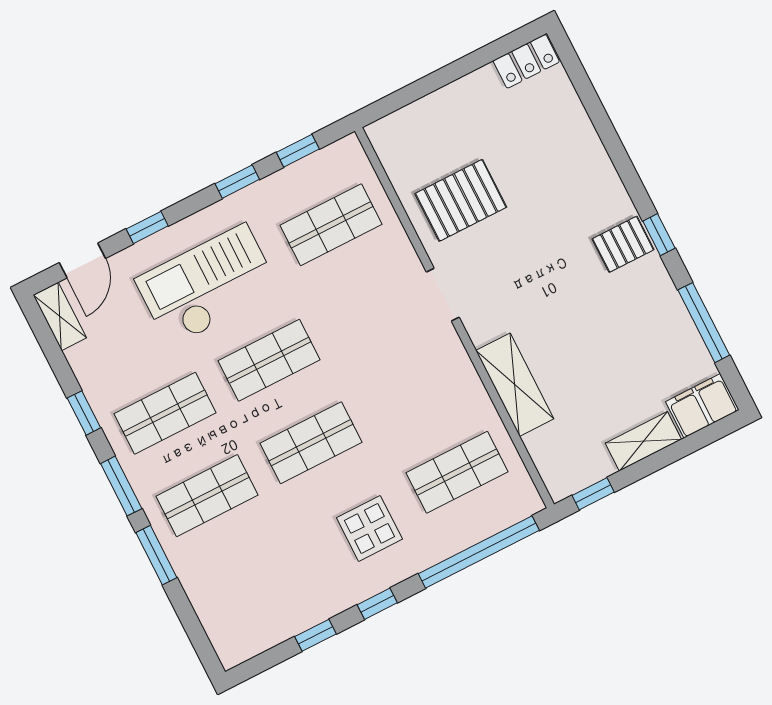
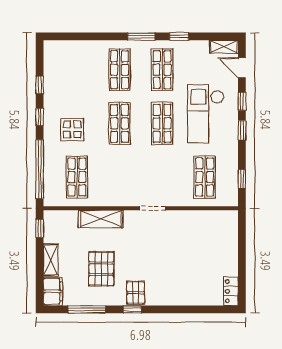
window: (237, 182) -> (242, 130), moved
pallet: (461, 200) -> (101, 269), moved
checkout: (208, 285) -> (206, 114), turned 180
window: (156, 555) -> (106, 36), removed

